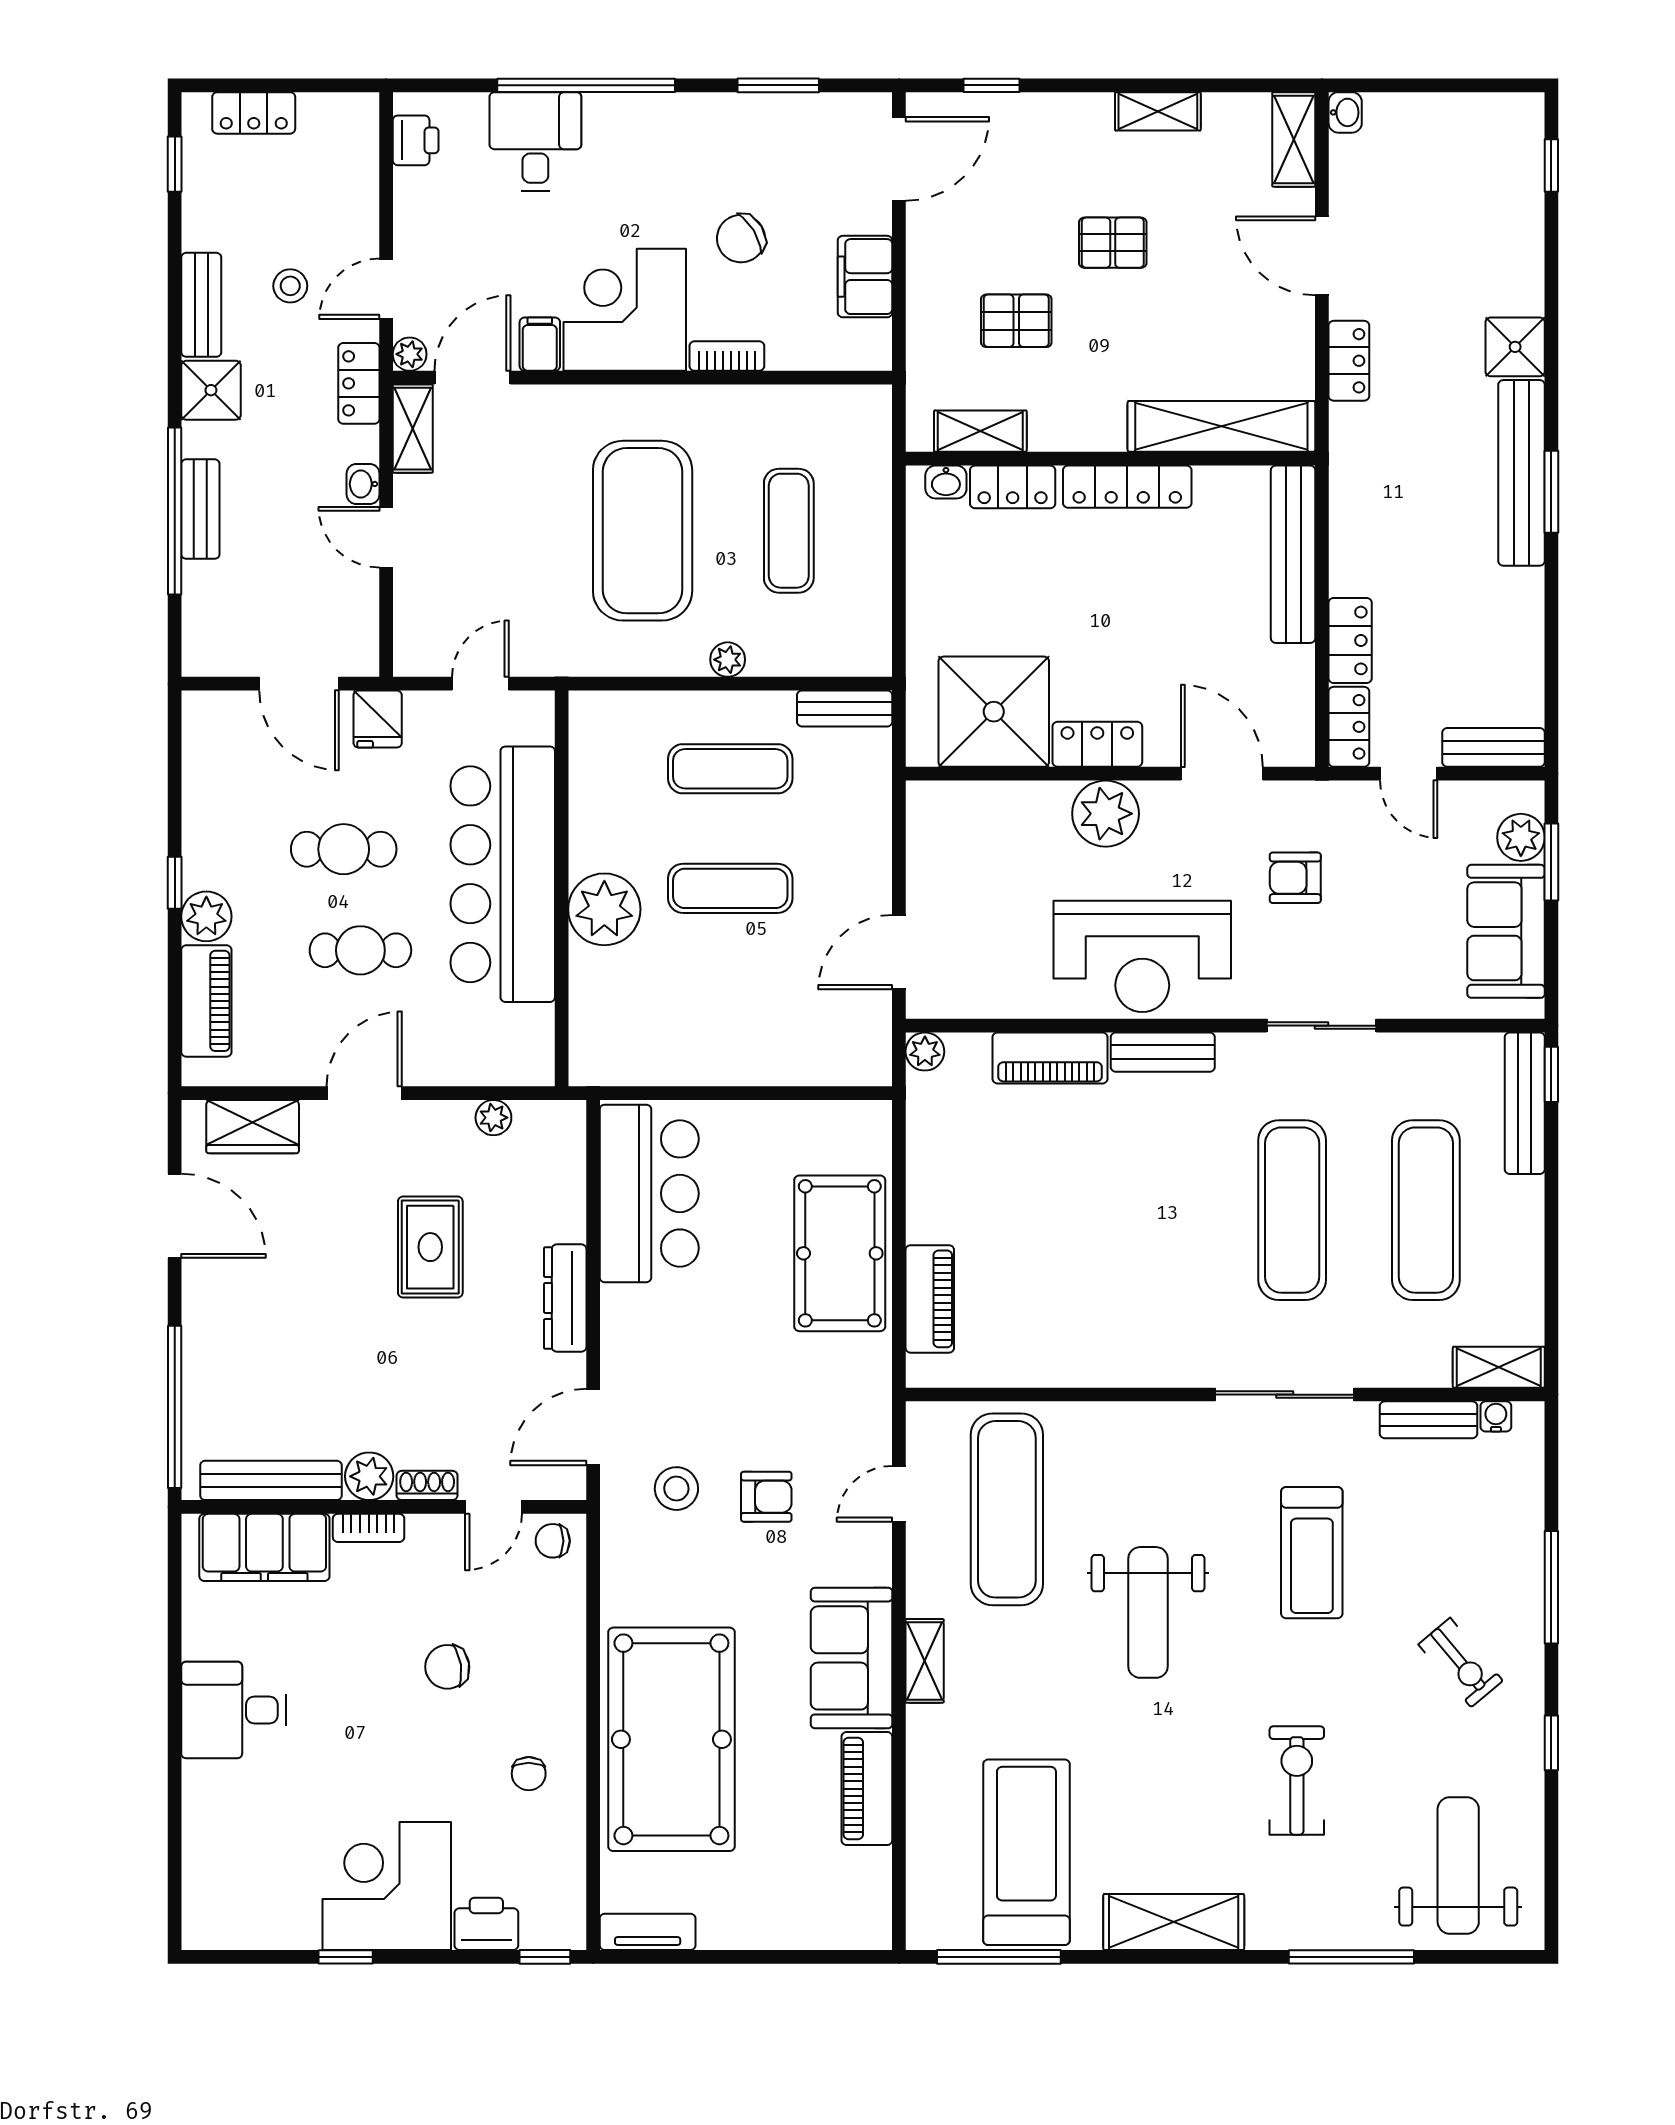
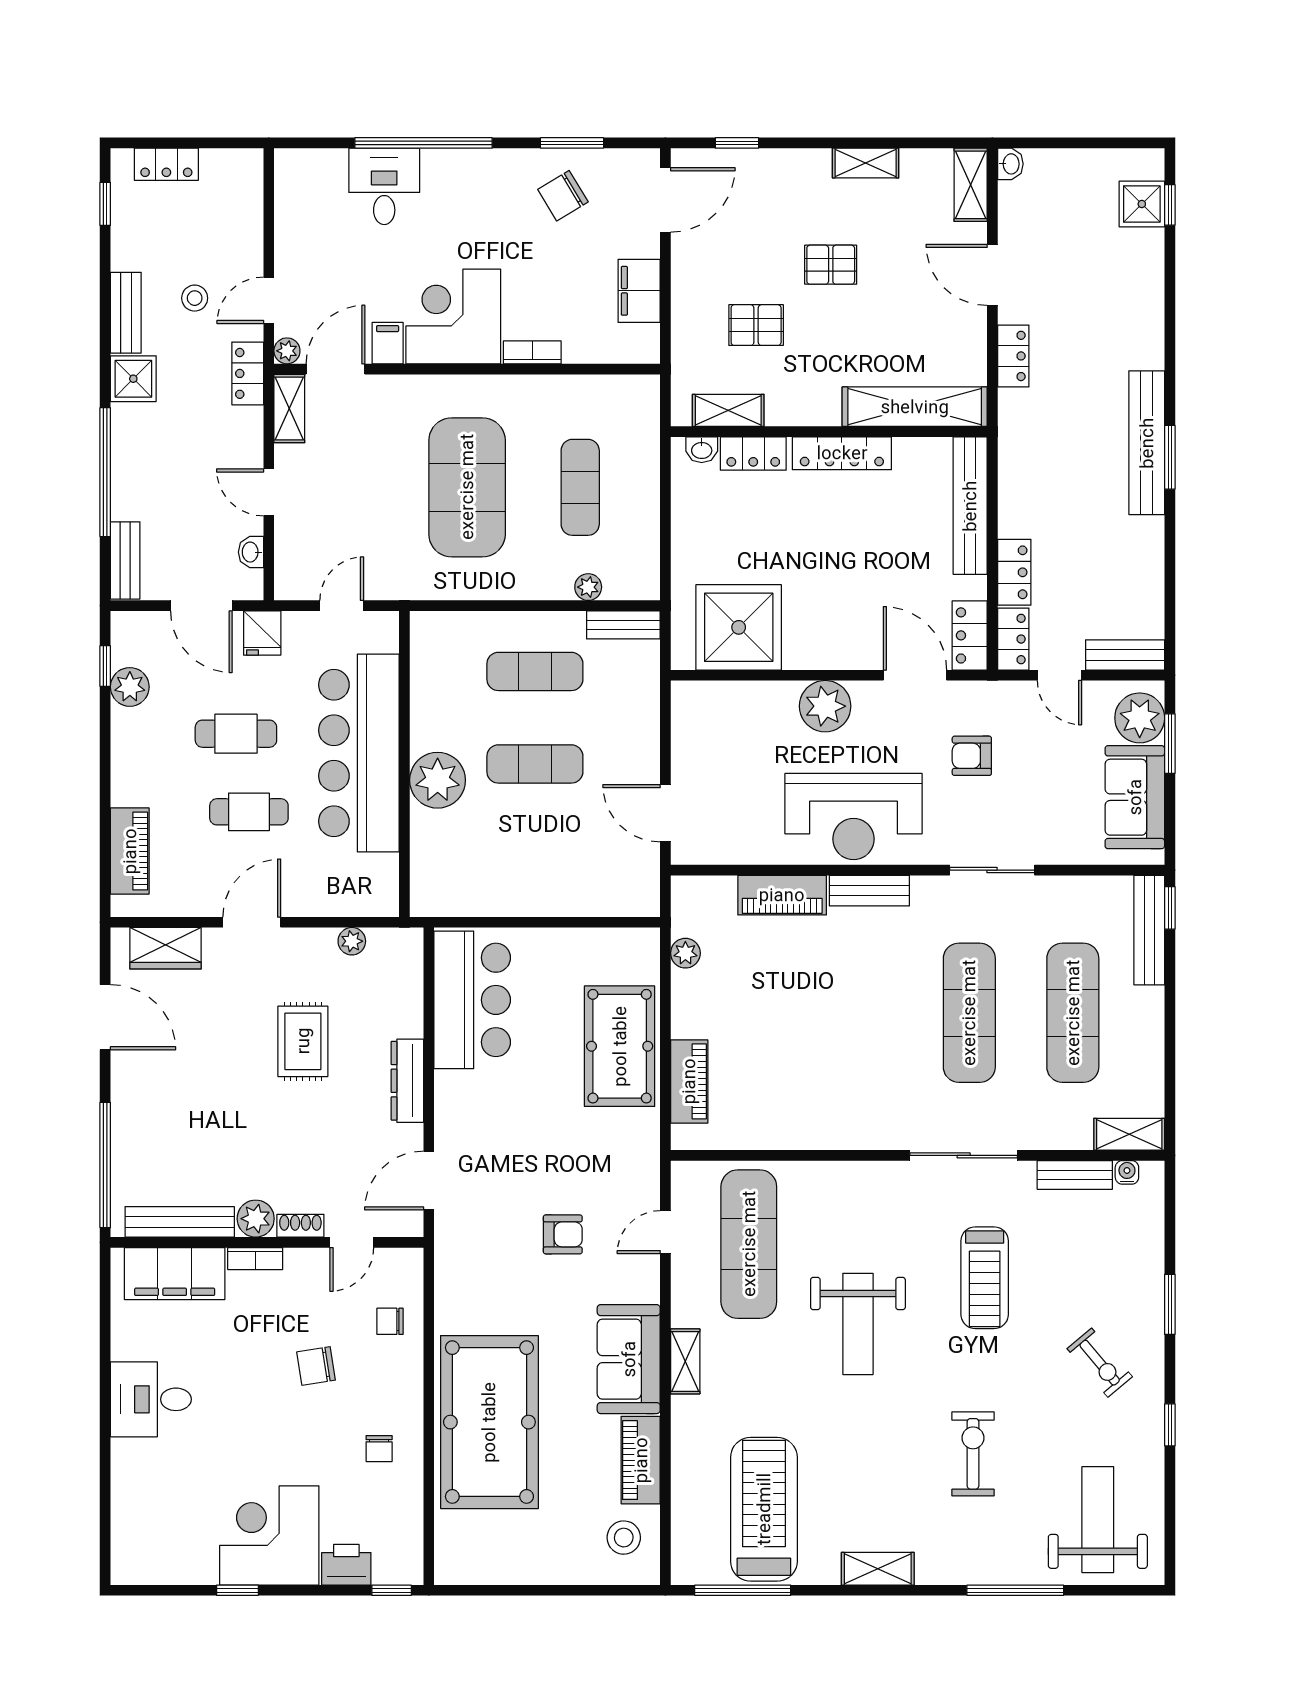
printer: (416, 140) -> (292, 186), removed
chair: (741, 239) -> (563, 196), moved
shower: (1515, 347) -> (1142, 204), moved
washbasin: (363, 484) -> (251, 552), moved
bench: (200, 509) -> (125, 560), moved
plant: (728, 660) -> (588, 587), moved
locker: (1097, 744) -> (970, 635), moved, turned -90
plant: (1521, 837) -> (1140, 718), width x1.36, depth x1.36
window: (175, 883) -> (105, 666), moved
plant: (206, 916) -> (130, 687), moved
door: (899, 952) -> (665, 813), hinge flipped
plant: (925, 1052) -> (685, 953), moved
stool: (676, 1489) -> (624, 1538), moved
chair: (553, 1541) -> (390, 1321), moved
window: (1551, 1587) -> (1170, 1304), width x0.69
shelving: (1174, 1922) -> (878, 1569), width x0.67, depth x0.75
tv unit: (648, 1932) -> (471, 1571), removed

